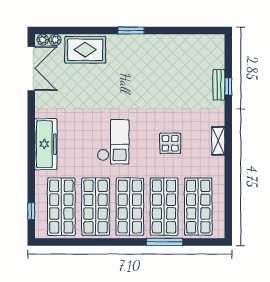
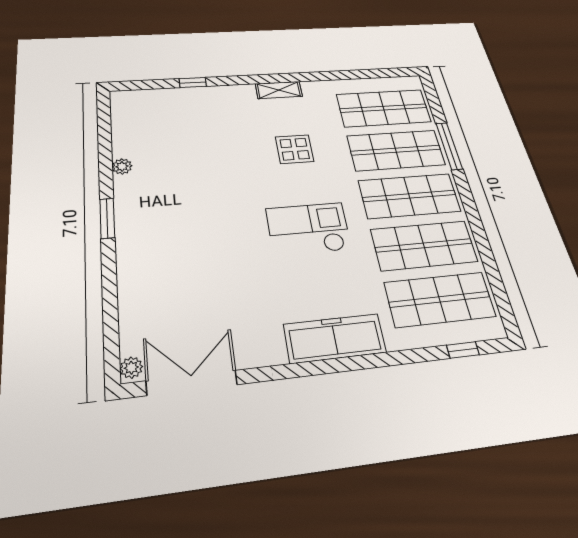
plant: (55, 40) -> (122, 166), moved
rug: (85, 50) -> (147, 289), removed
bench: (219, 85) -> (191, 94), removed

